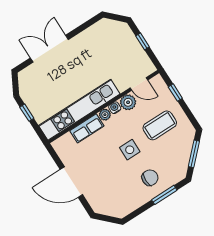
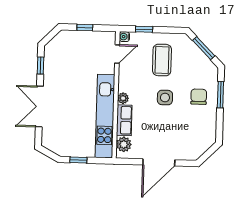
window: (85, 26) -> (41, 65), added
plant: (128, 102) -> (124, 144), moved
water cooler: (115, 108) -> (124, 37), moved

